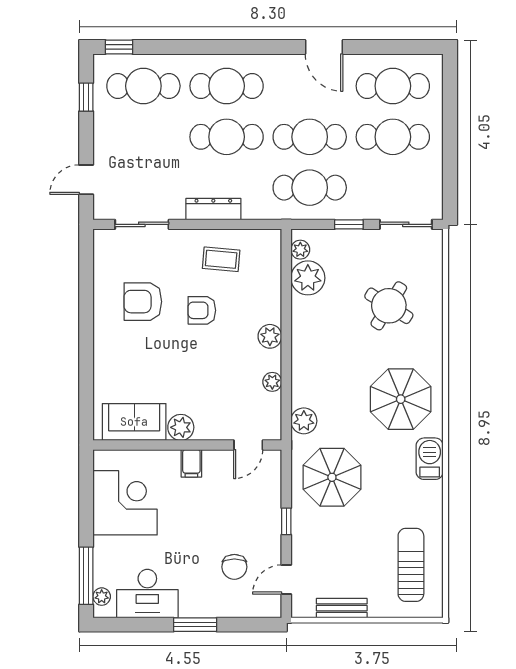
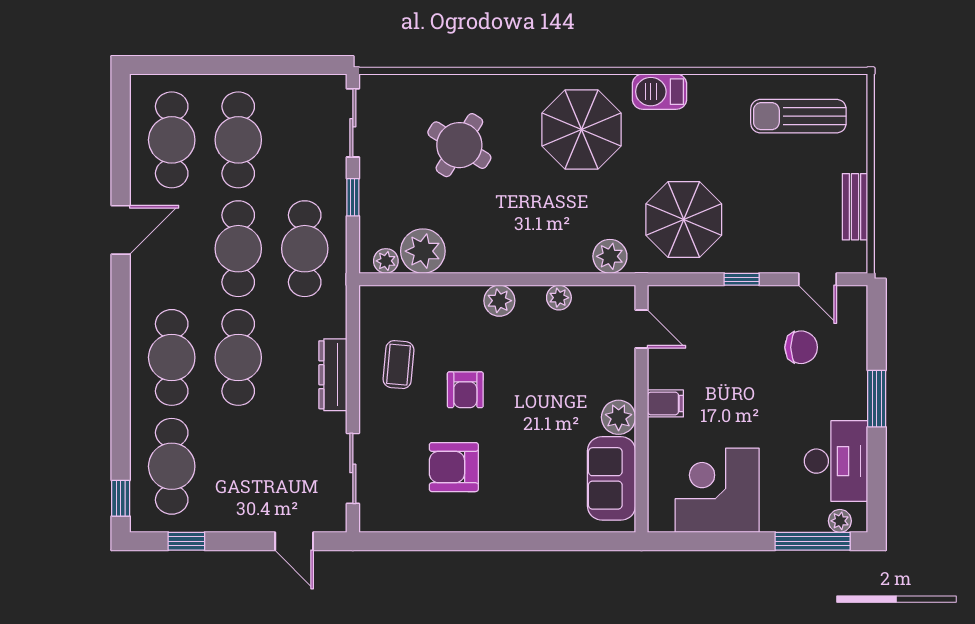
armchair: (143, 302) -> (454, 467), turned 90

